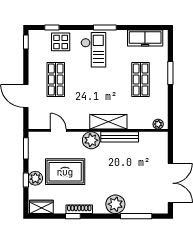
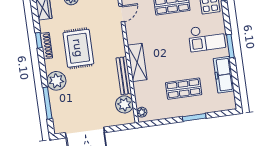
freezer: (145, 38) -> (224, 75), moved
plant: (91, 140) -> (124, 104), moved
rug: (65, 172) -> (78, 48), moved

